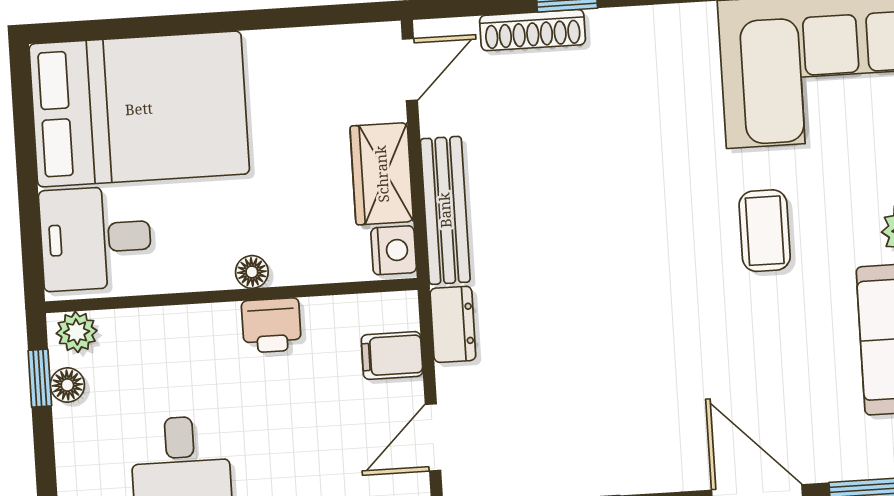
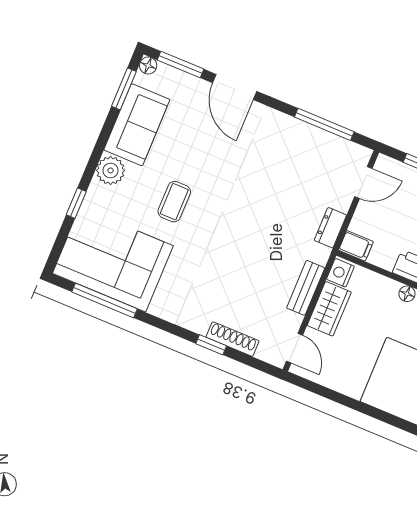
door: (410, 70) -> (295, 348), swing flipped
bench: (445, 210) -> (306, 288), width x0.73
filing cabinet: (392, 355) -> (356, 246), moved

